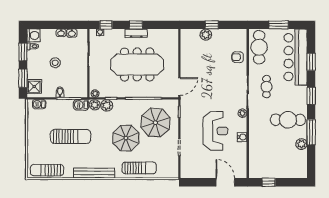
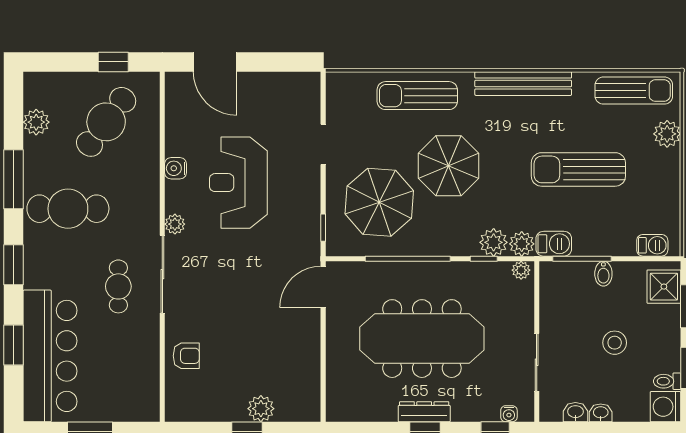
cafe table: (259, 47) -> (106, 122), moved, turned 37
plant: (301, 144) -> (36, 122), moved
plant: (33, 152) -> (667, 134), added

